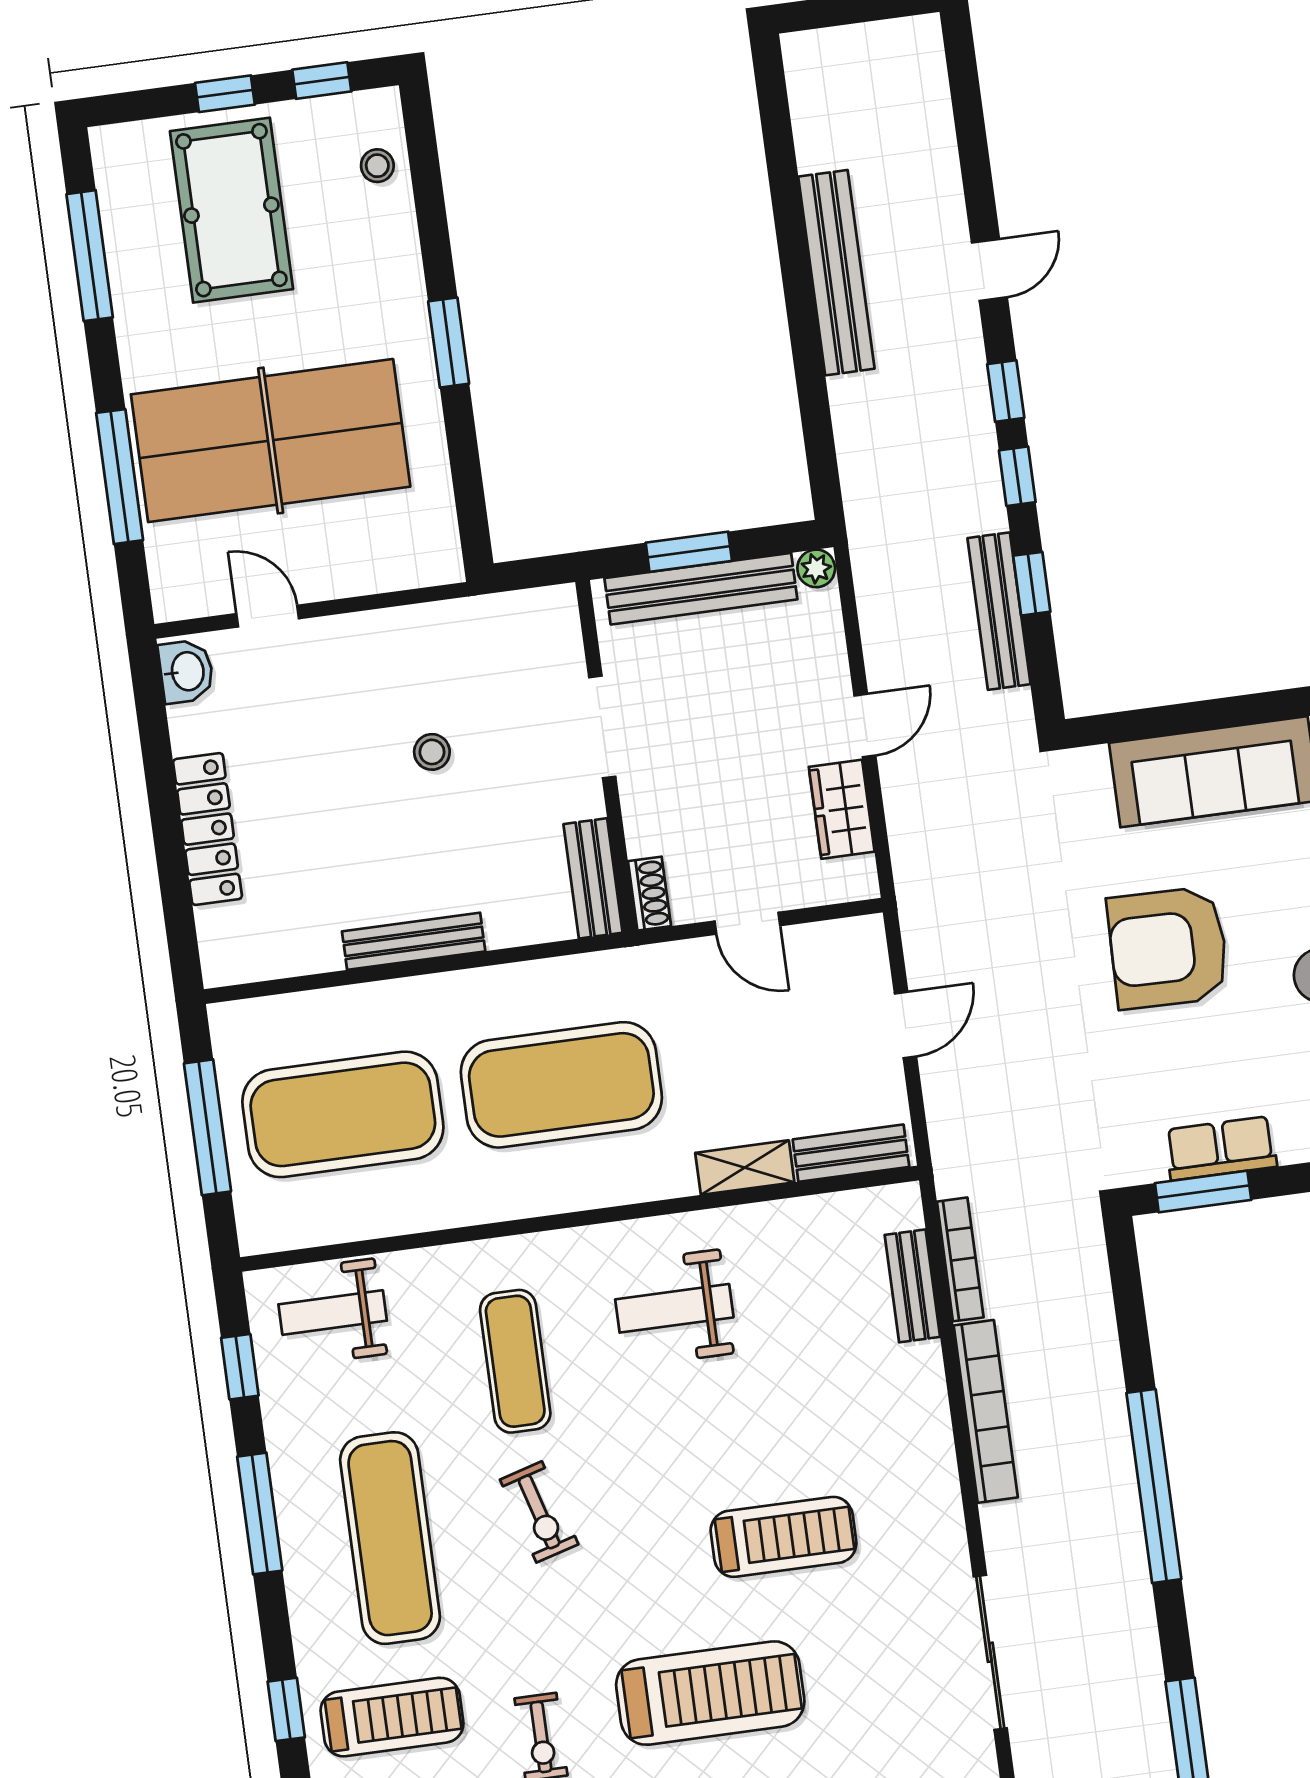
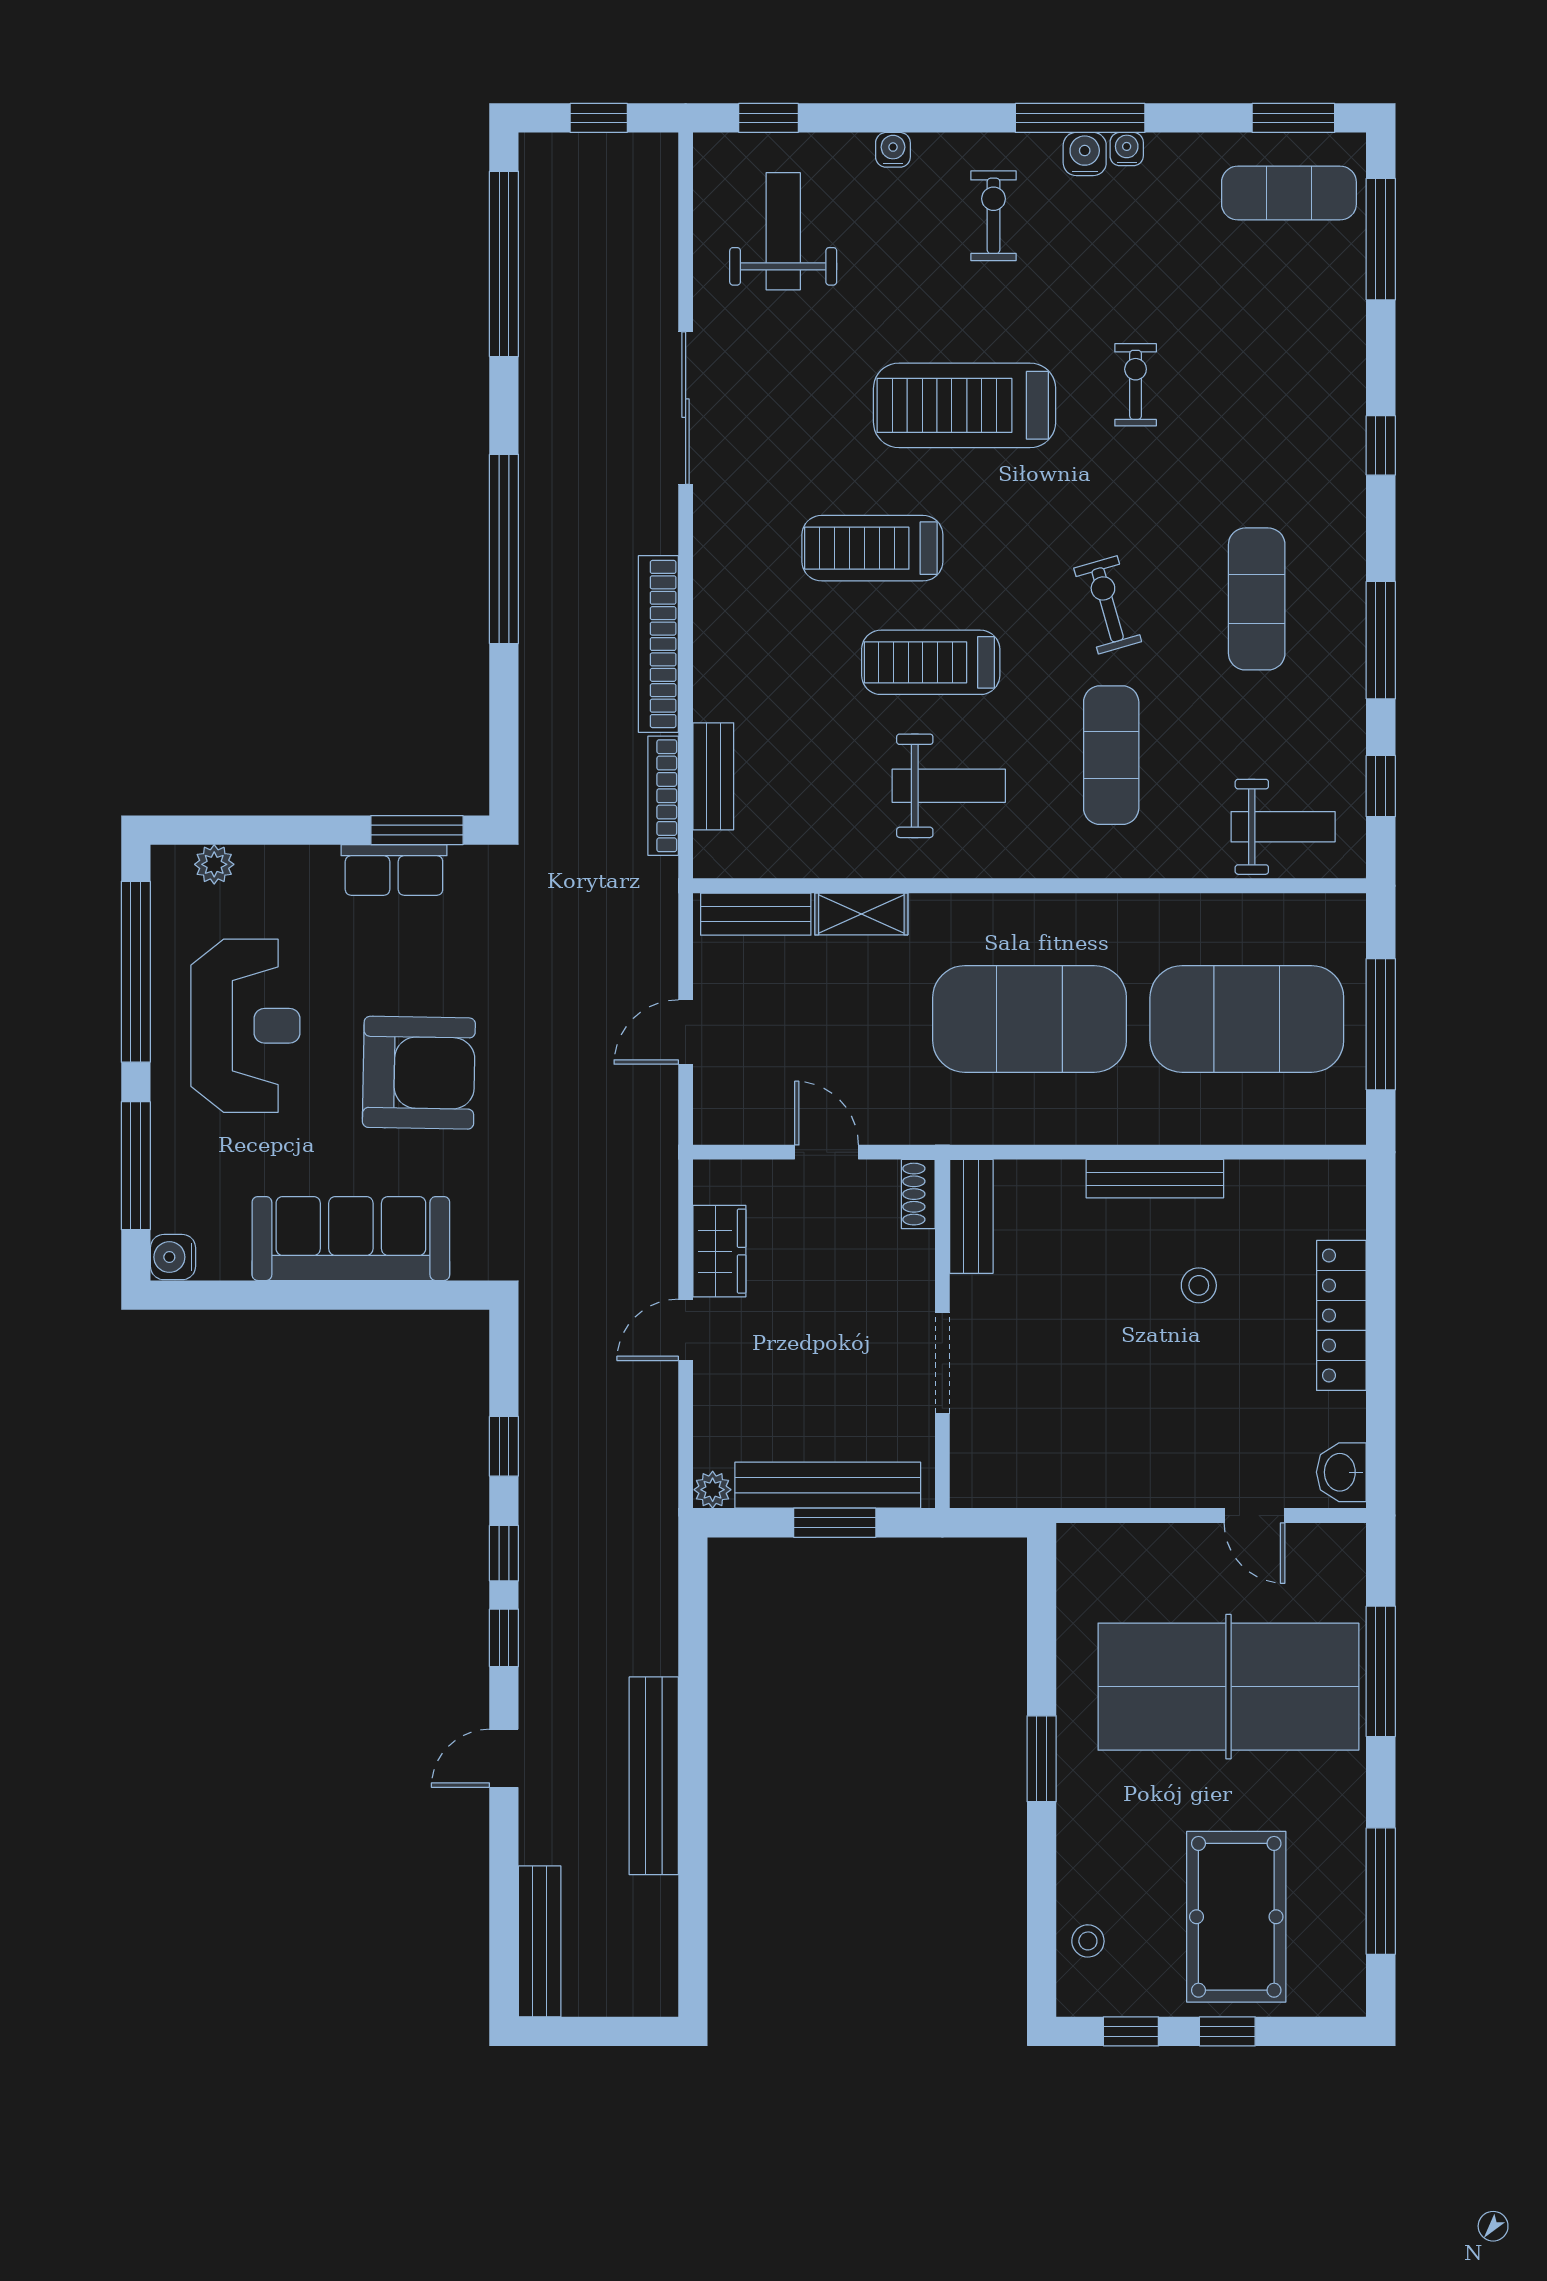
bench: (999, 611) -> (540, 1941), moved
stool: (432, 752) -> (1199, 1285), moved
exercise mat: (390, 1538) -> (1257, 599), width x0.73, depth x0.69
treadmill: (392, 1717) -> (931, 662), moved

